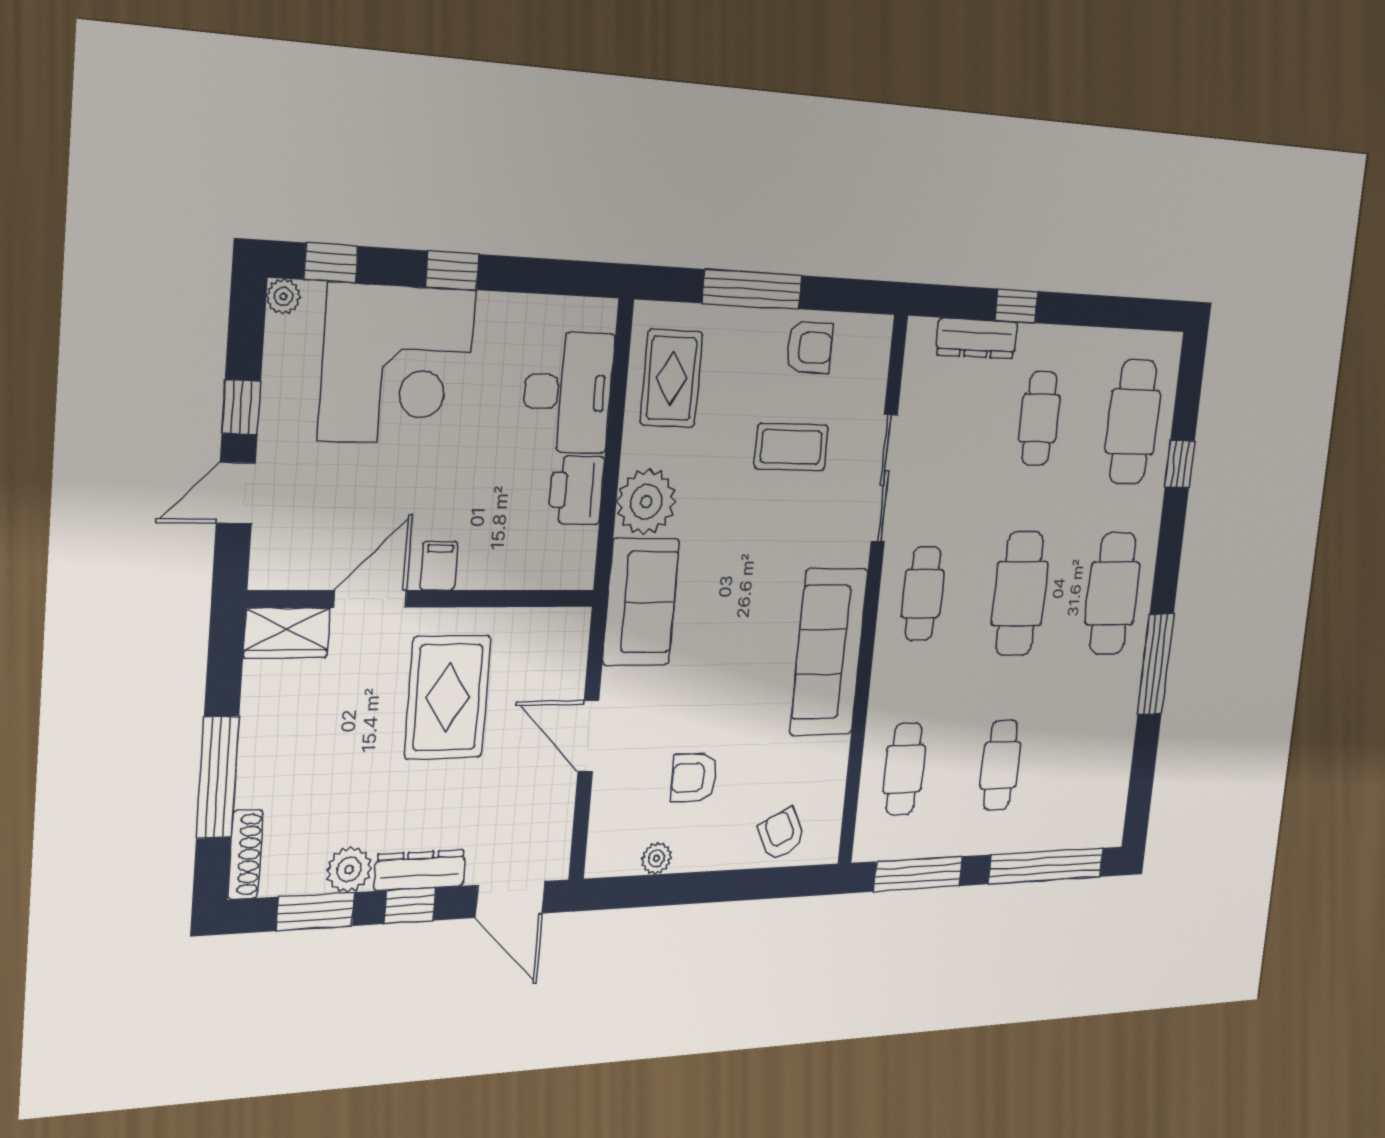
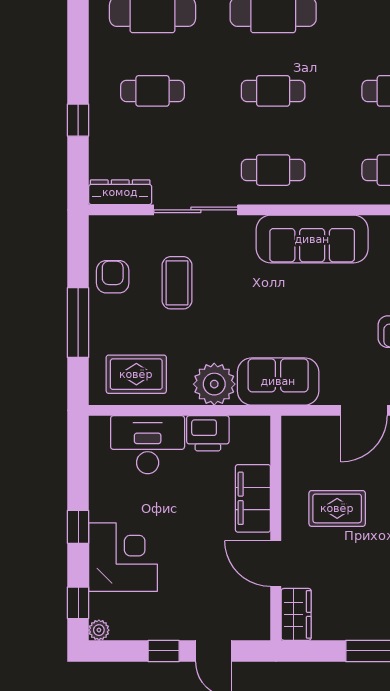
dresser: (977, 338) -> (120, 192), moved, turned -90
corner desk: (397, 365) -> (123, 557), width x0.74, depth x0.74
filing cabinet: (439, 566) -> (253, 498), width x3.00, depth x1.17
cafe table: (1020, 594) -> (273, 91), width x0.73, depth x0.74
rug: (448, 697) -> (337, 508), width x0.73, depth x0.70

